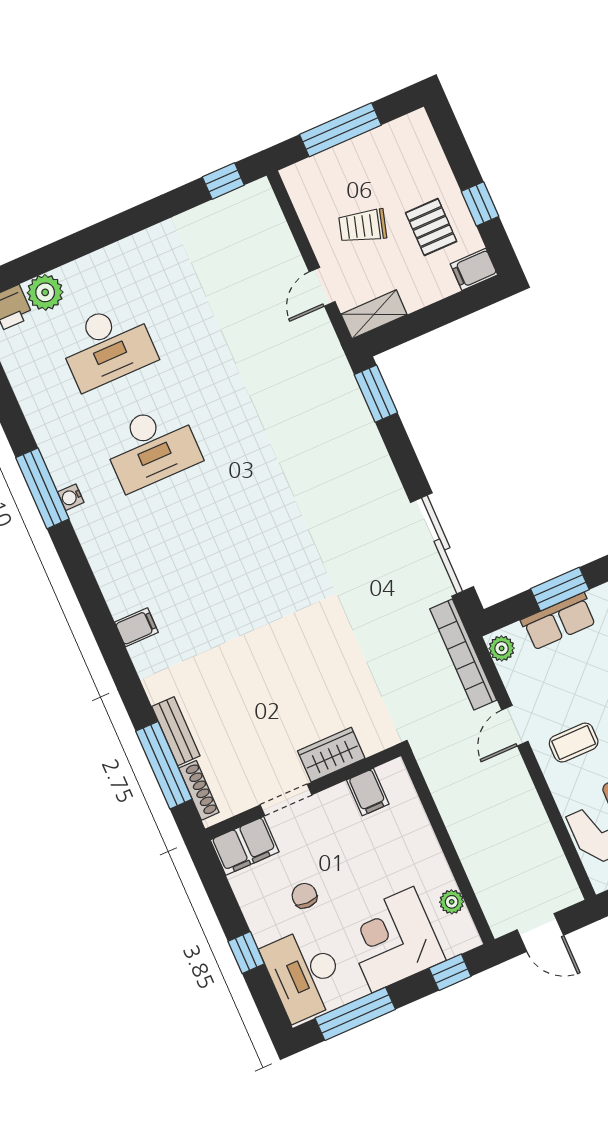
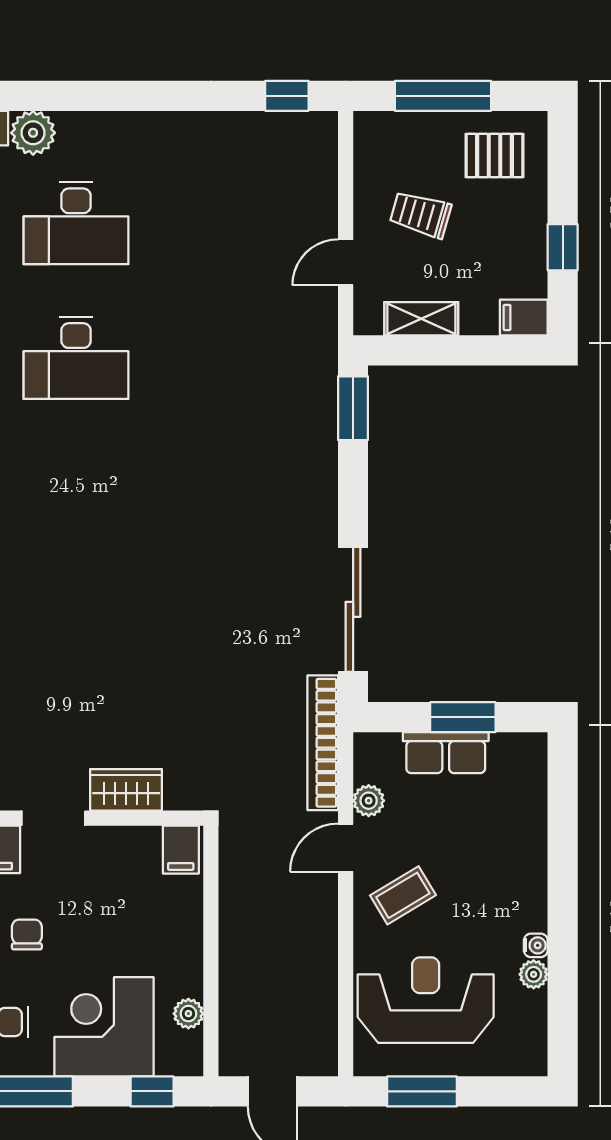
pallet: (431, 227) -> (495, 156), moved, turned 90
shelving: (374, 314) -> (421, 319), moved
plant: (502, 648) -> (369, 801), moved
coffee table: (574, 743) -> (403, 895), turned -31
filing cabinet: (368, 792) -> (181, 850), moved

